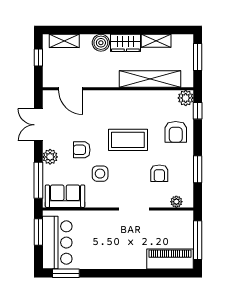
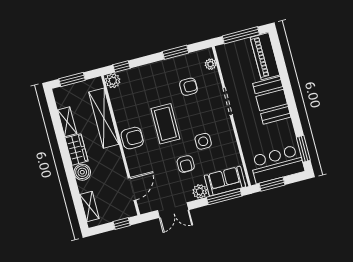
window: (38, 57) -> (122, 224), moved
armchair: (176, 132) -> (132, 138), moved
sofa: (65, 196) -> (225, 181), moved, turned 90
booth: (124, 254) -> (272, 100), added

